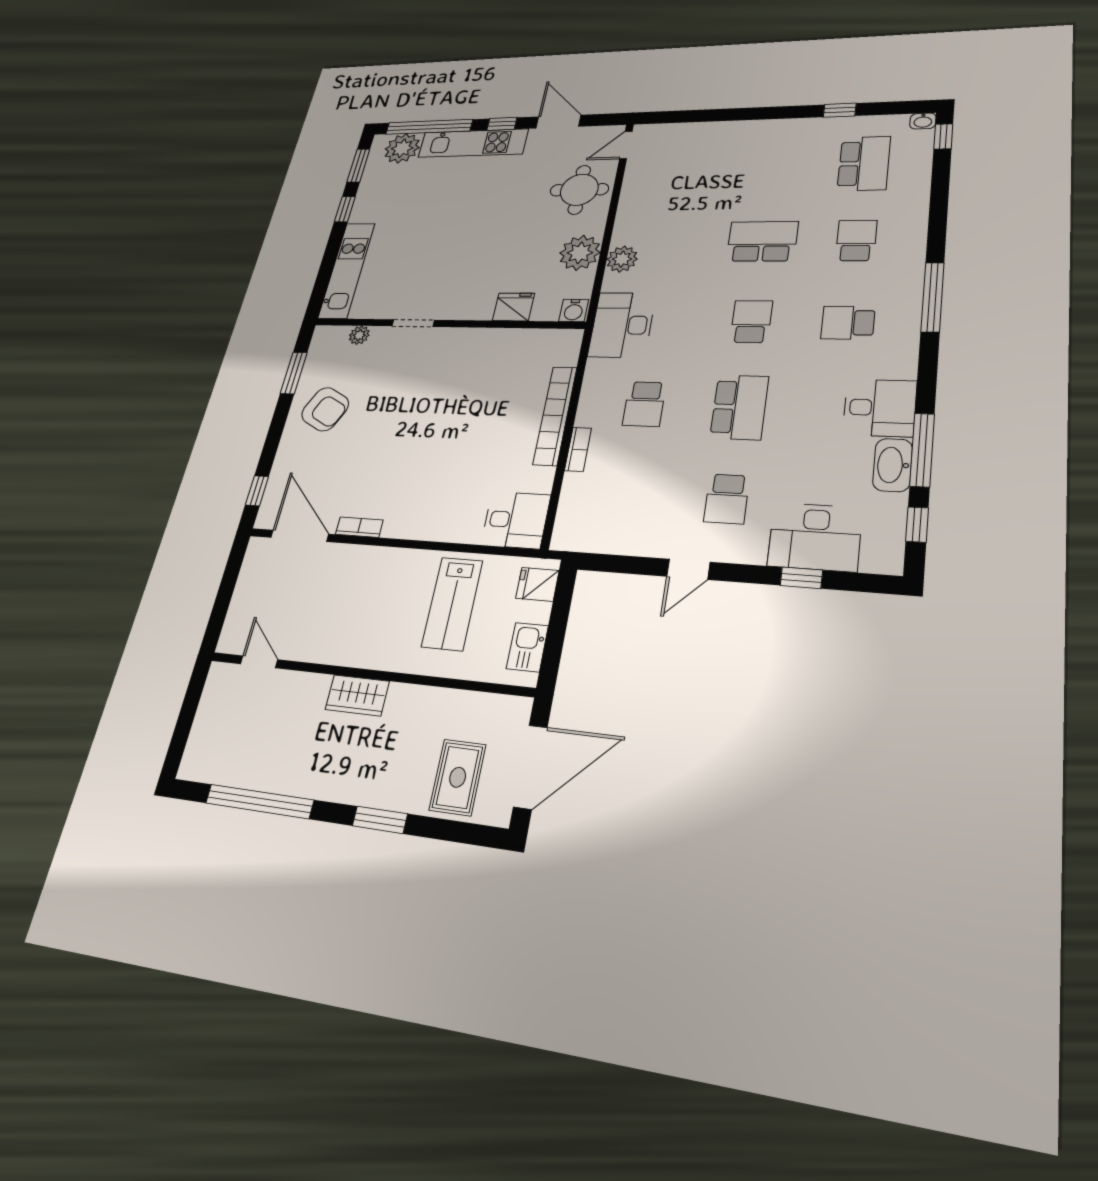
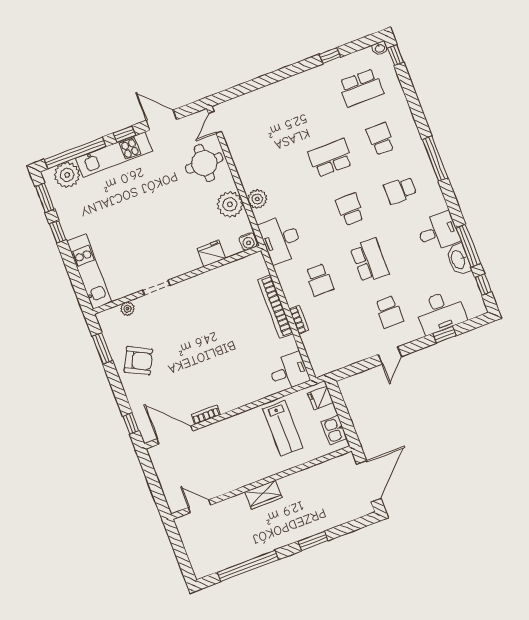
school desk: (864, 163) -> (361, 88), turned 90
rug: (458, 777) -> (338, 504), removed

